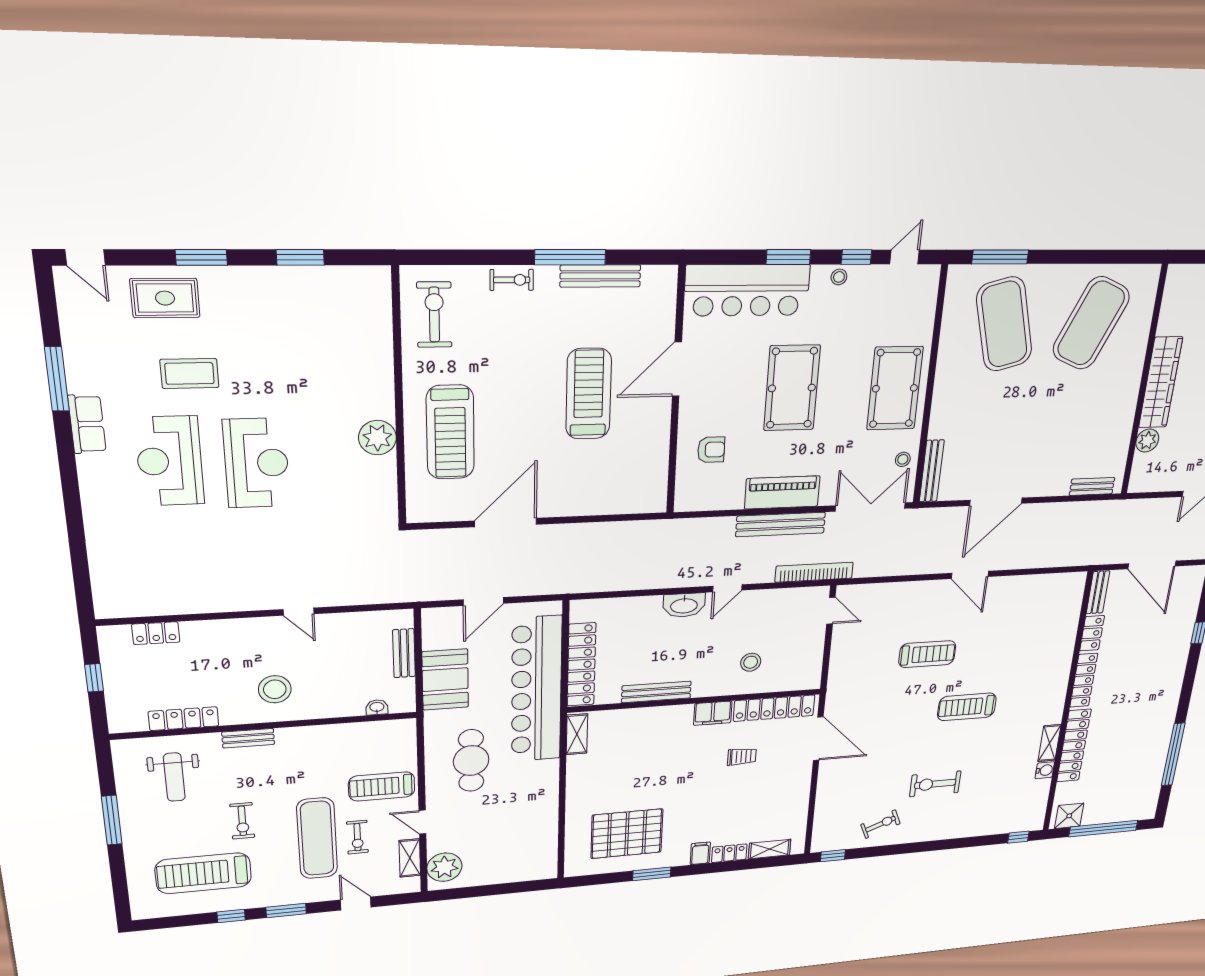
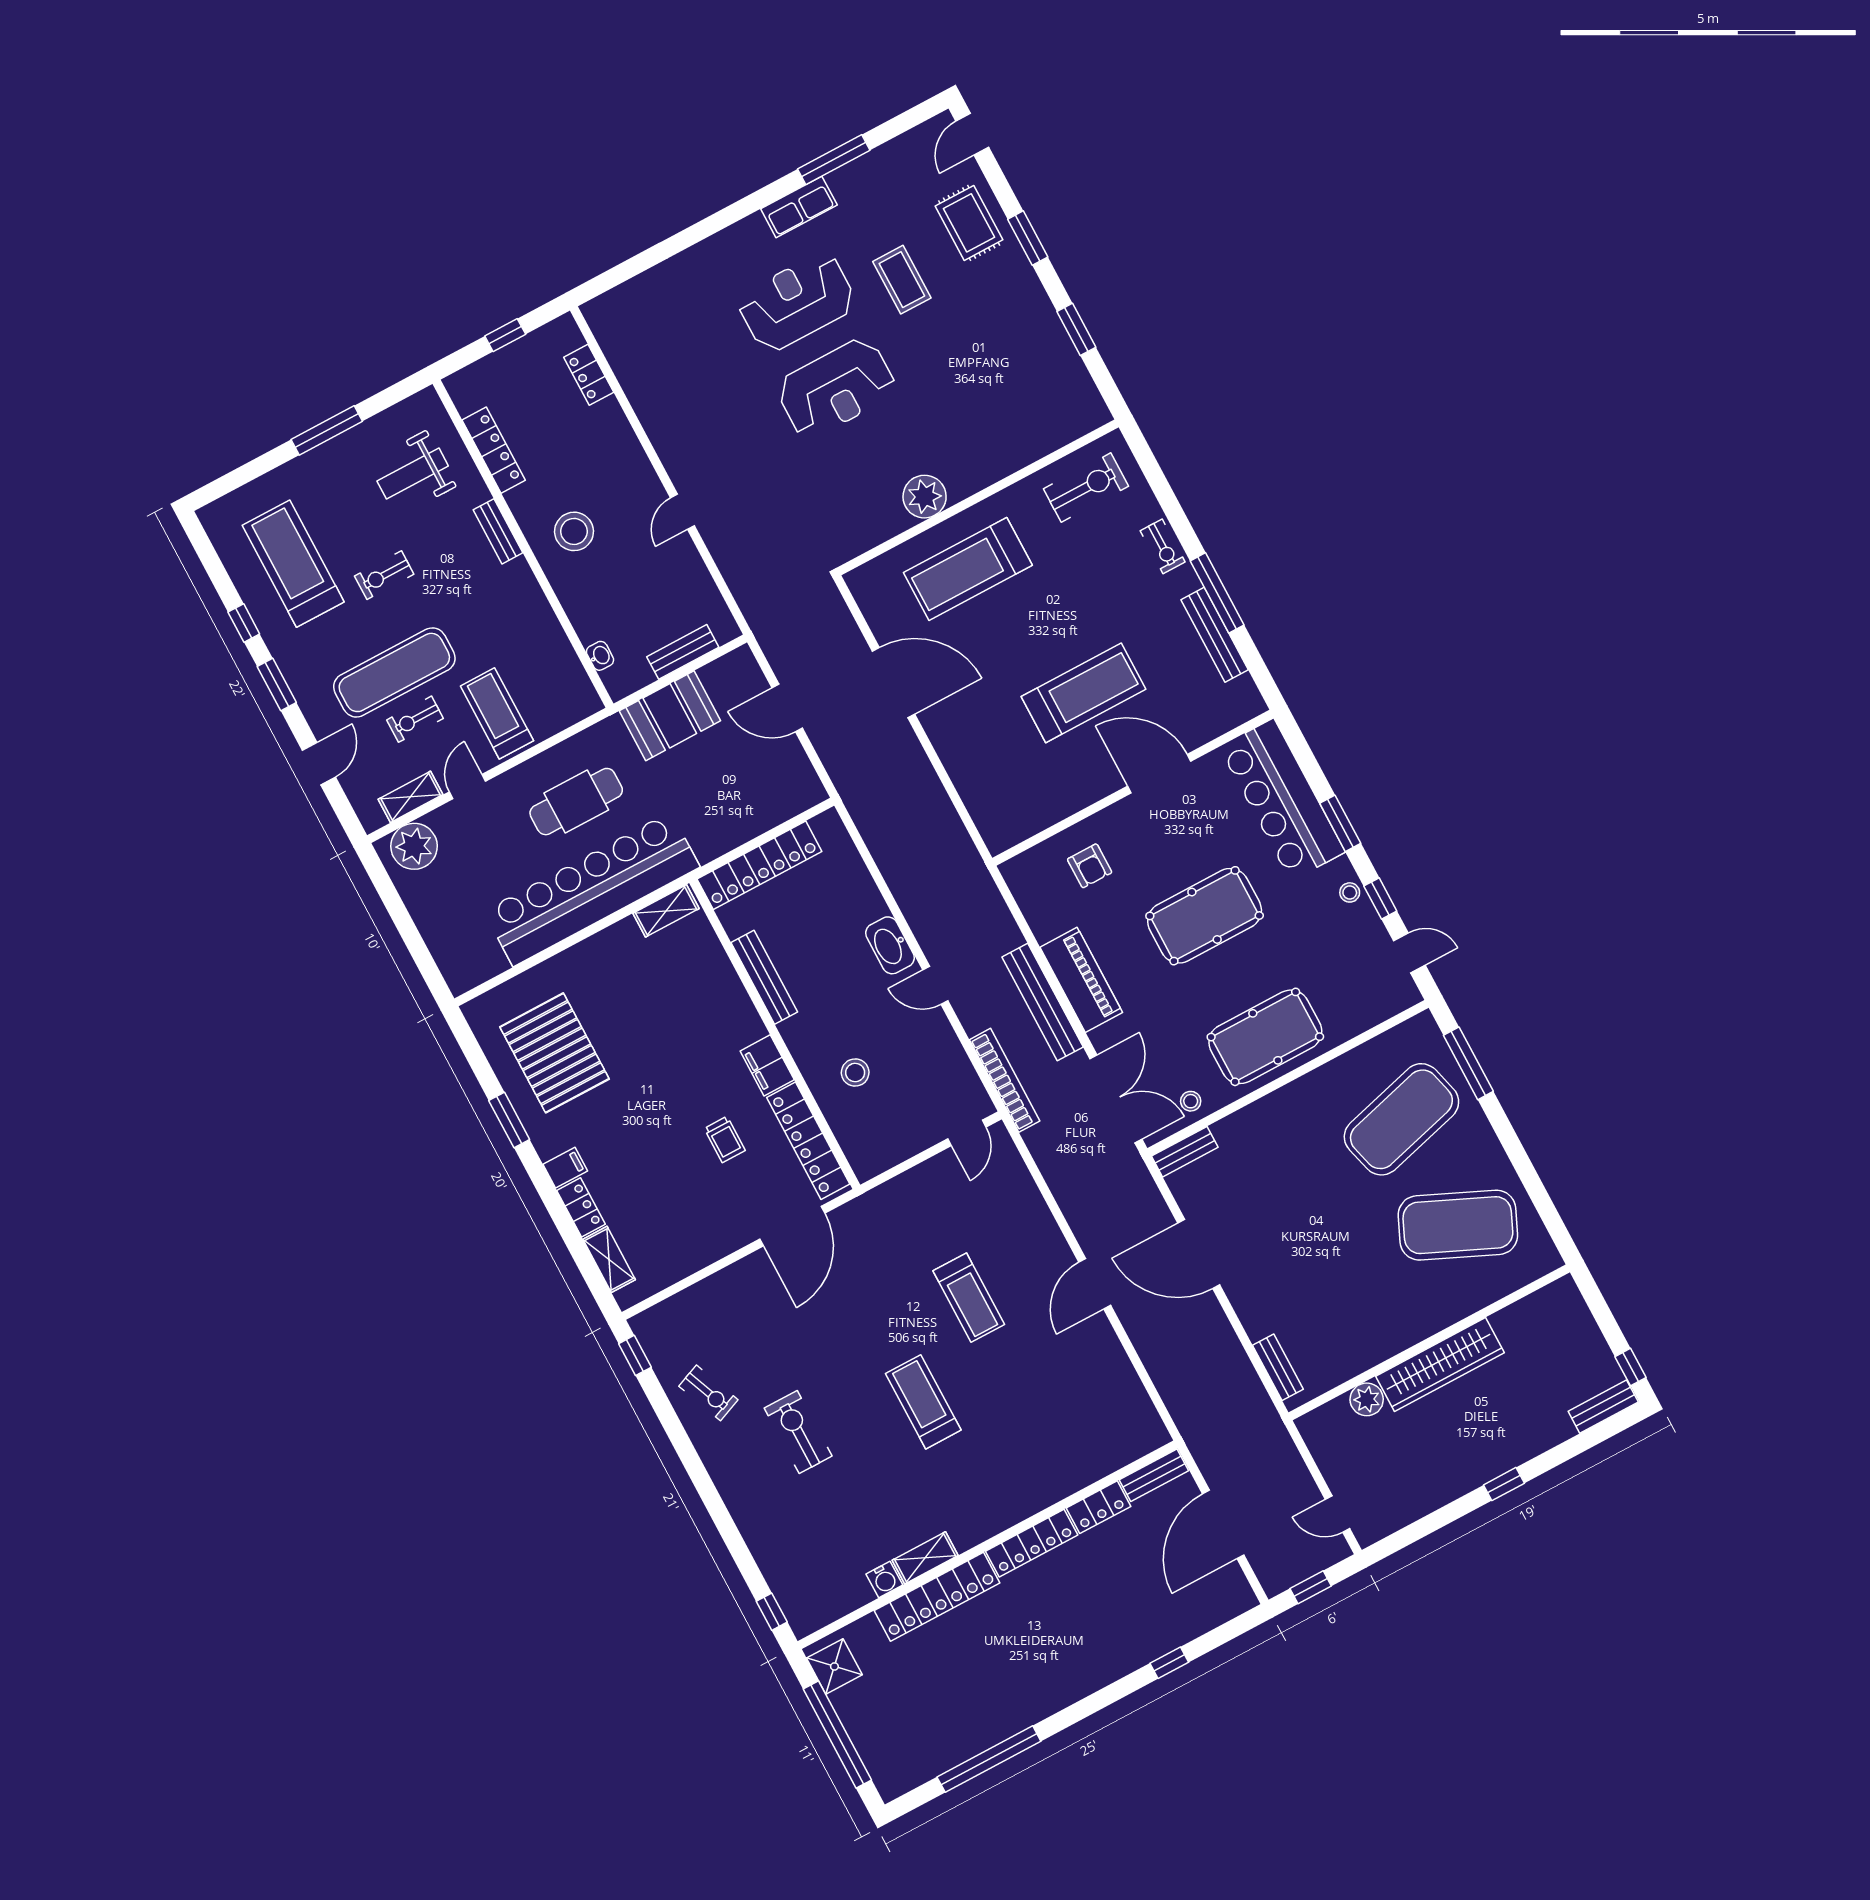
bench: (932, 471) -> (1185, 1152), width x0.73
bar counter: (537, 690) -> (592, 889), moved

